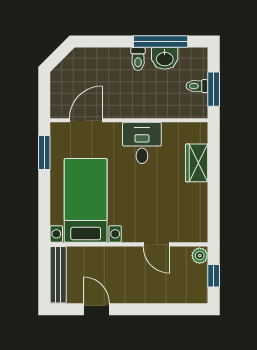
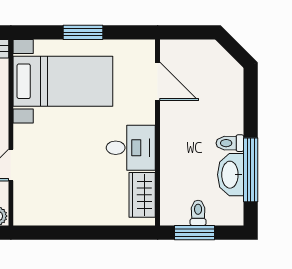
washbasin: (165, 58) -> (231, 175), width x1.38
window: (44, 153) -> (83, 32), moved
wardrobe: (197, 163) -> (142, 195), moved, turned -90

